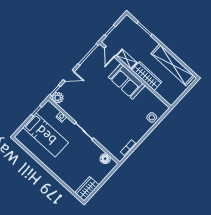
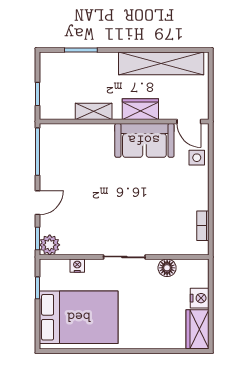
door: (110, 52) -> (189, 121), moved
wardrobe: (147, 76) -> (140, 109), width x0.67
sofa: (127, 81) -> (144, 140), moved
bed: (46, 135) -> (79, 317), width x1.50
floor lamp: (105, 159) -> (167, 268), moved
nightstand: (100, 177) -> (200, 298), added

